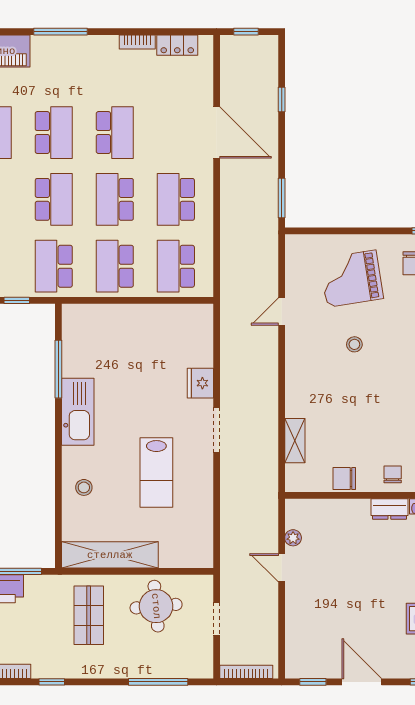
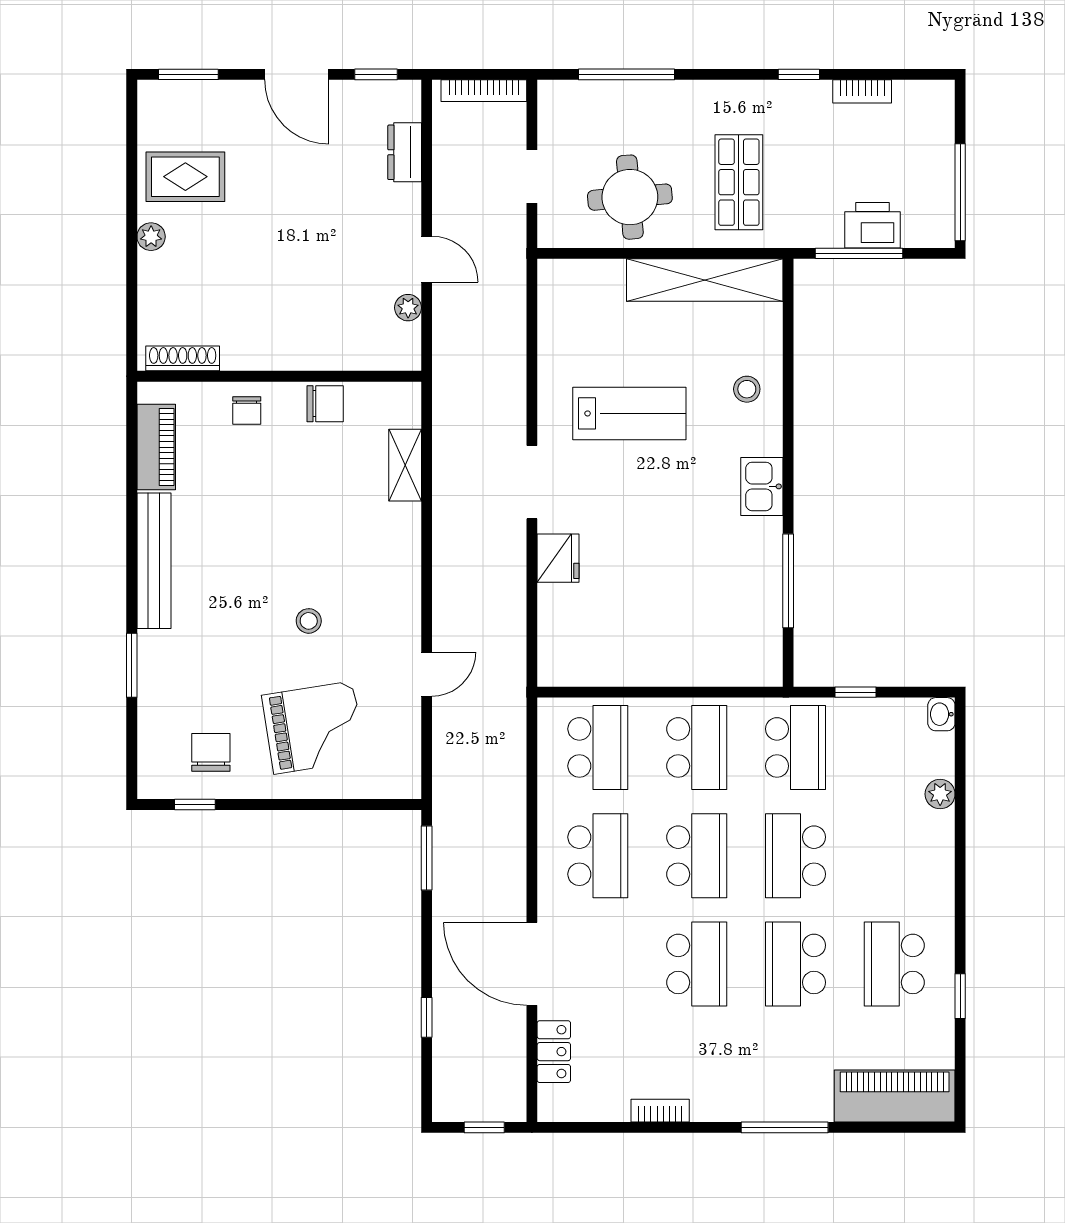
locker: (177, 45) -> (554, 1052), moved, turned 90
school desk: (115, 133) -> (697, 964), turned 180
kitchen sink: (78, 412) -> (762, 486), width x0.53, depth x0.81
lab bench: (156, 473) -> (629, 413), turned 90
dresser: (389, 509) -> (405, 152), moved, turned -90

